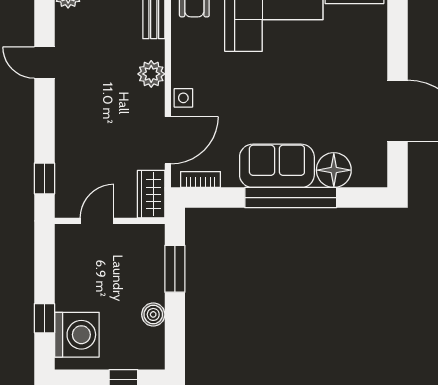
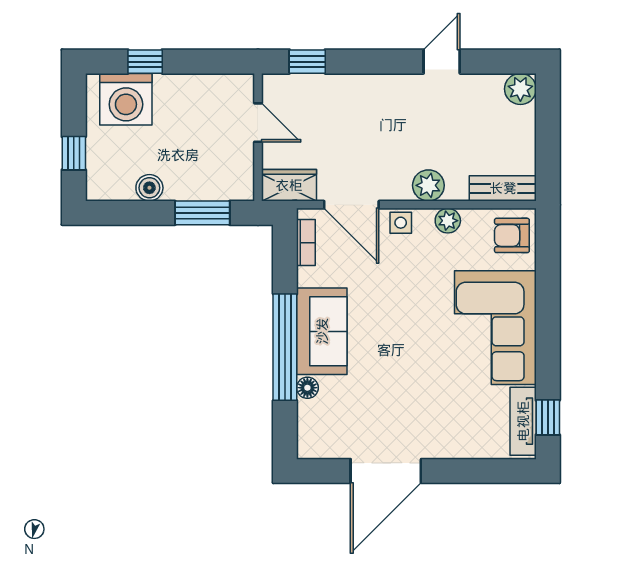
plant: (182, 57) -> (448, 221), added
floor lamp: (334, 170) -> (307, 388), width x0.53, depth x0.53

